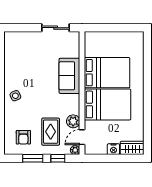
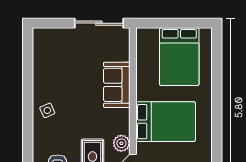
sliding door: (56, 28) -> (99, 23), width x1.37
bed: (107, 73) -> (179, 57), moved, turned 90

